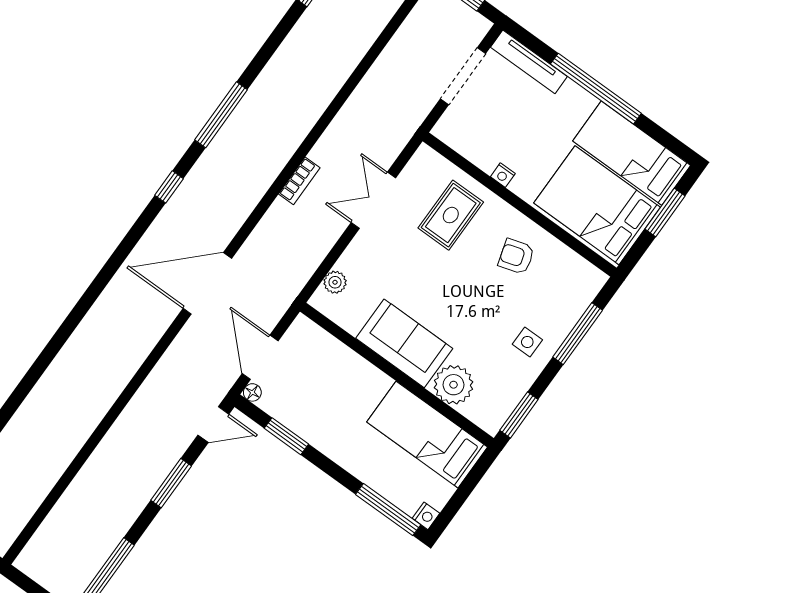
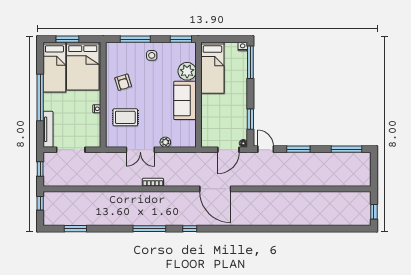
plant: (335, 282) -> (165, 142), moved

